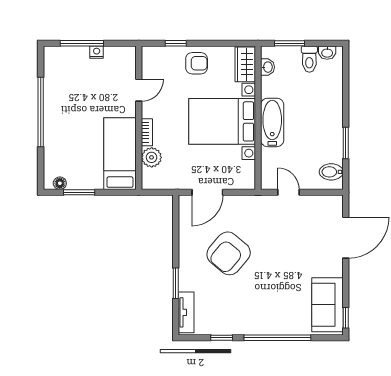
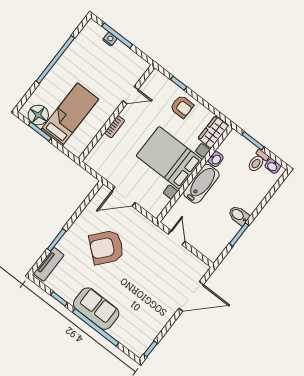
nightstand: (97, 52) -> (110, 39), moved
washbasin: (268, 67) -> (216, 159), moved
bed: (120, 154) -> (70, 114), moved
plant: (152, 157) -> (105, 145), removed
bidet: (331, 172) -> (239, 215), moved
floor lamp: (60, 183) -> (38, 115), width x1.89, depth x1.89
sofa: (327, 305) -> (96, 309), moved, turned 90

